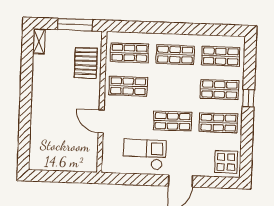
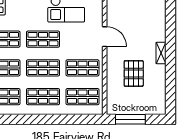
shelving: (39, 41) -> (161, 53), moved
pallet: (86, 63) -> (134, 73), moved
shop shelf: (174, 88) -> (43, 68), added

